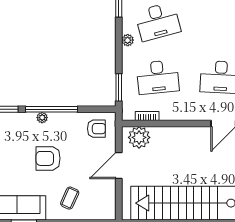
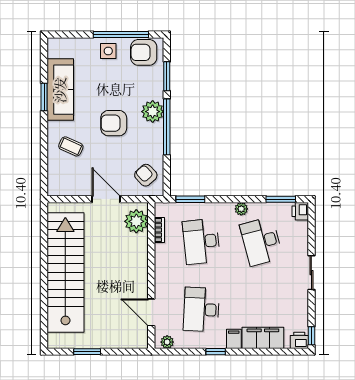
plant: (42, 118) -> (153, 112), width x1.88, depth x1.88
armchair: (96, 129) -> (146, 175), turned 137
armchair: (48, 158) -> (114, 123), turned -90

